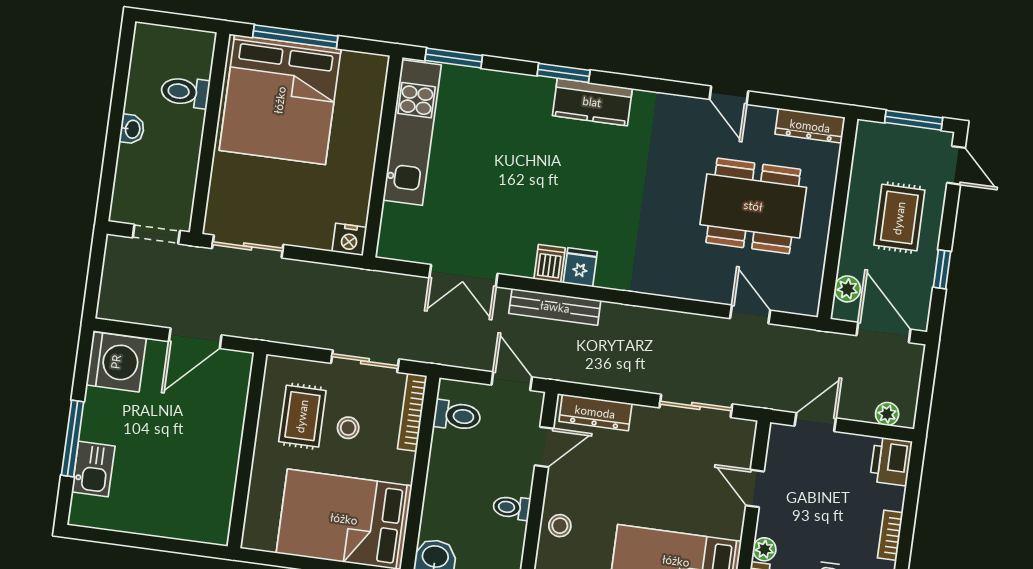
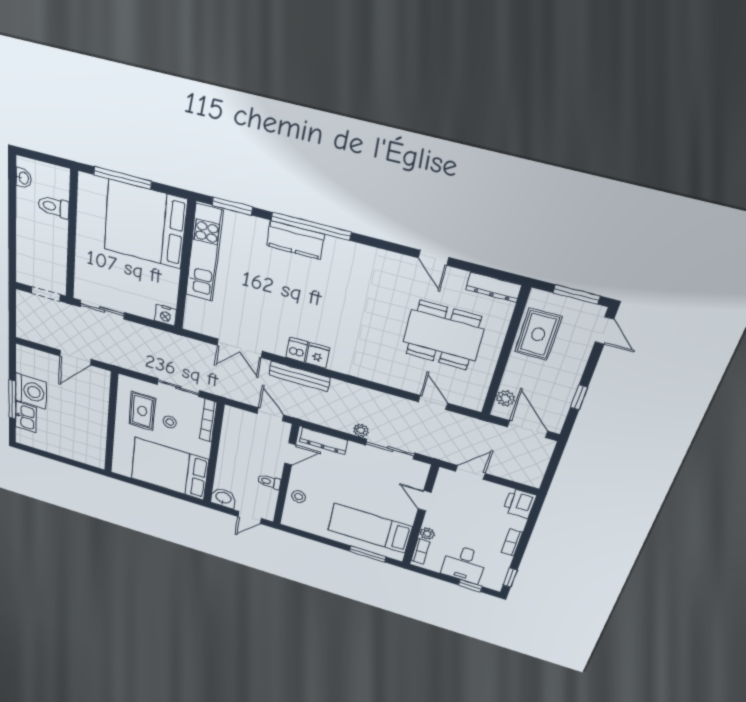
window: (564, 73) -> (311, 226), width x2.11
bed: (280, 100) -> (145, 225), moved, turned 90
kitchen counter: (592, 102) -> (295, 240), moved
washbasin: (132, 129) -> (23, 178), moved
rug: (899, 218) -> (538, 334), moved
washing machine: (116, 362) -> (31, 391), moved
plant: (887, 414) -> (361, 430), moved
toilet: (457, 416) -> (236, 427), removed

